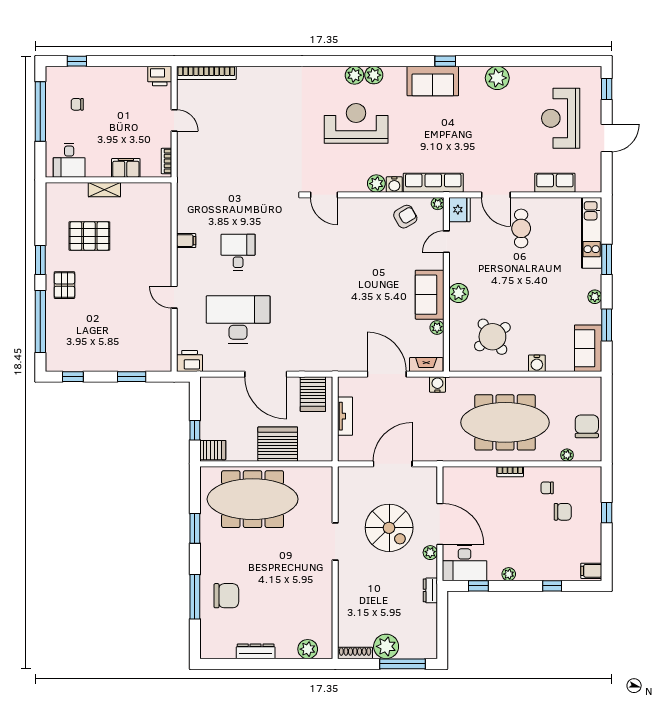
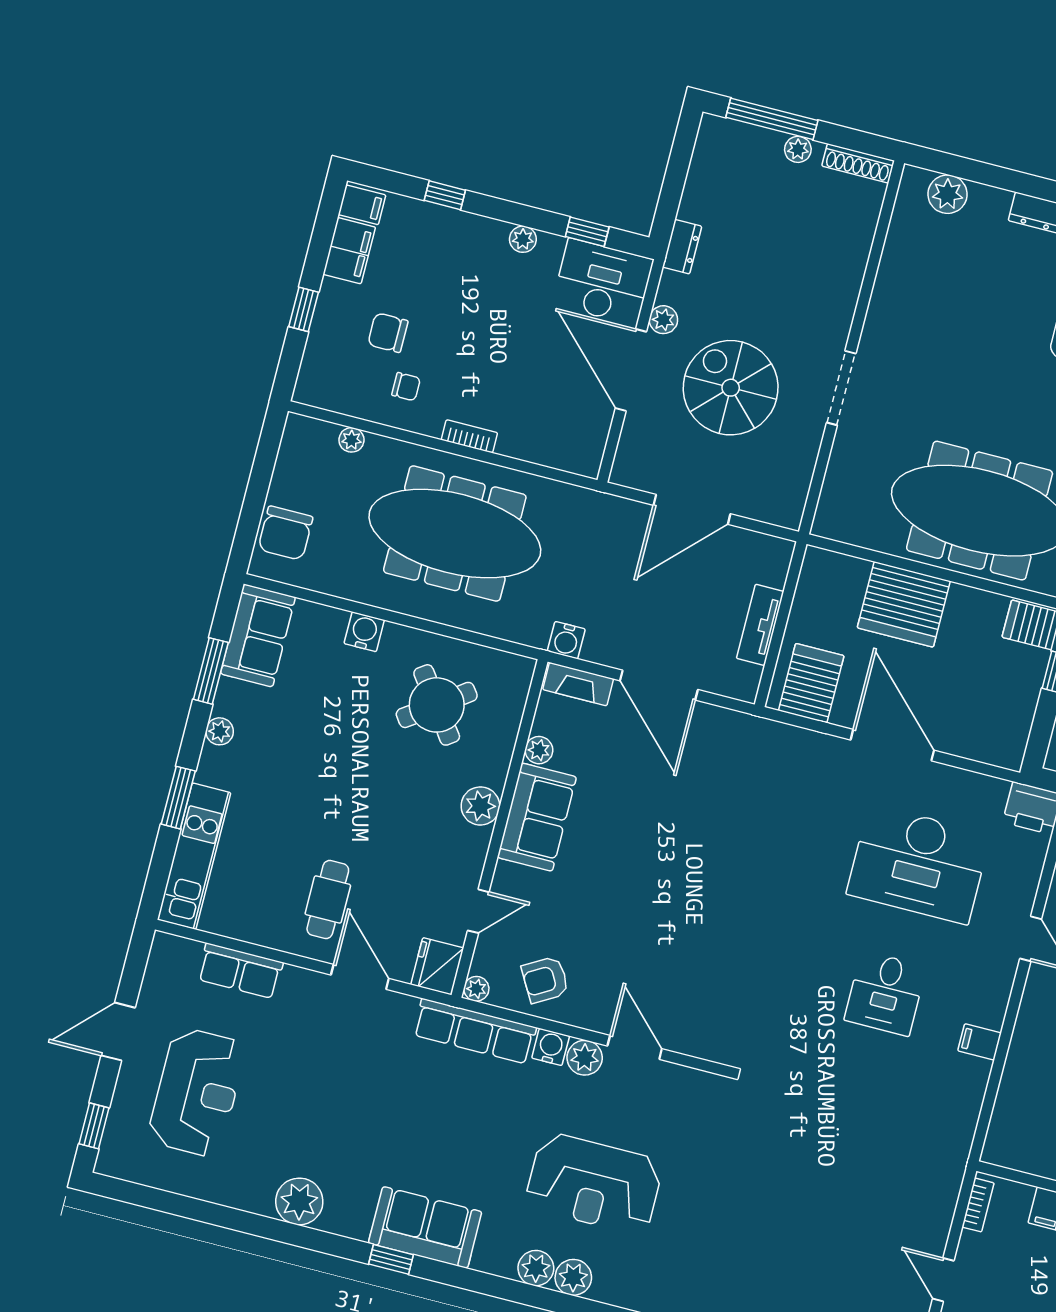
door: (324, 195) -> (635, 1047), moved
chair: (587, 426) -> (285, 533), moved
filing cabinet: (592, 547) -> (349, 251), added
plant: (386, 646) -> (798, 149), width x0.53, depth x0.53

